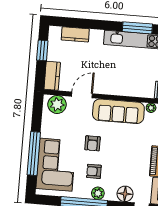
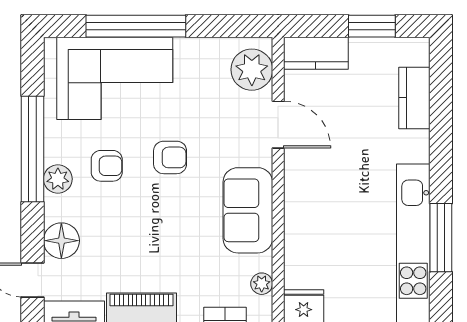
sofa: (118, 111) -> (248, 210), width x0.73
armchair: (93, 143) -> (170, 157), turned 180
armchair: (94, 171) -> (107, 166), turned 90

